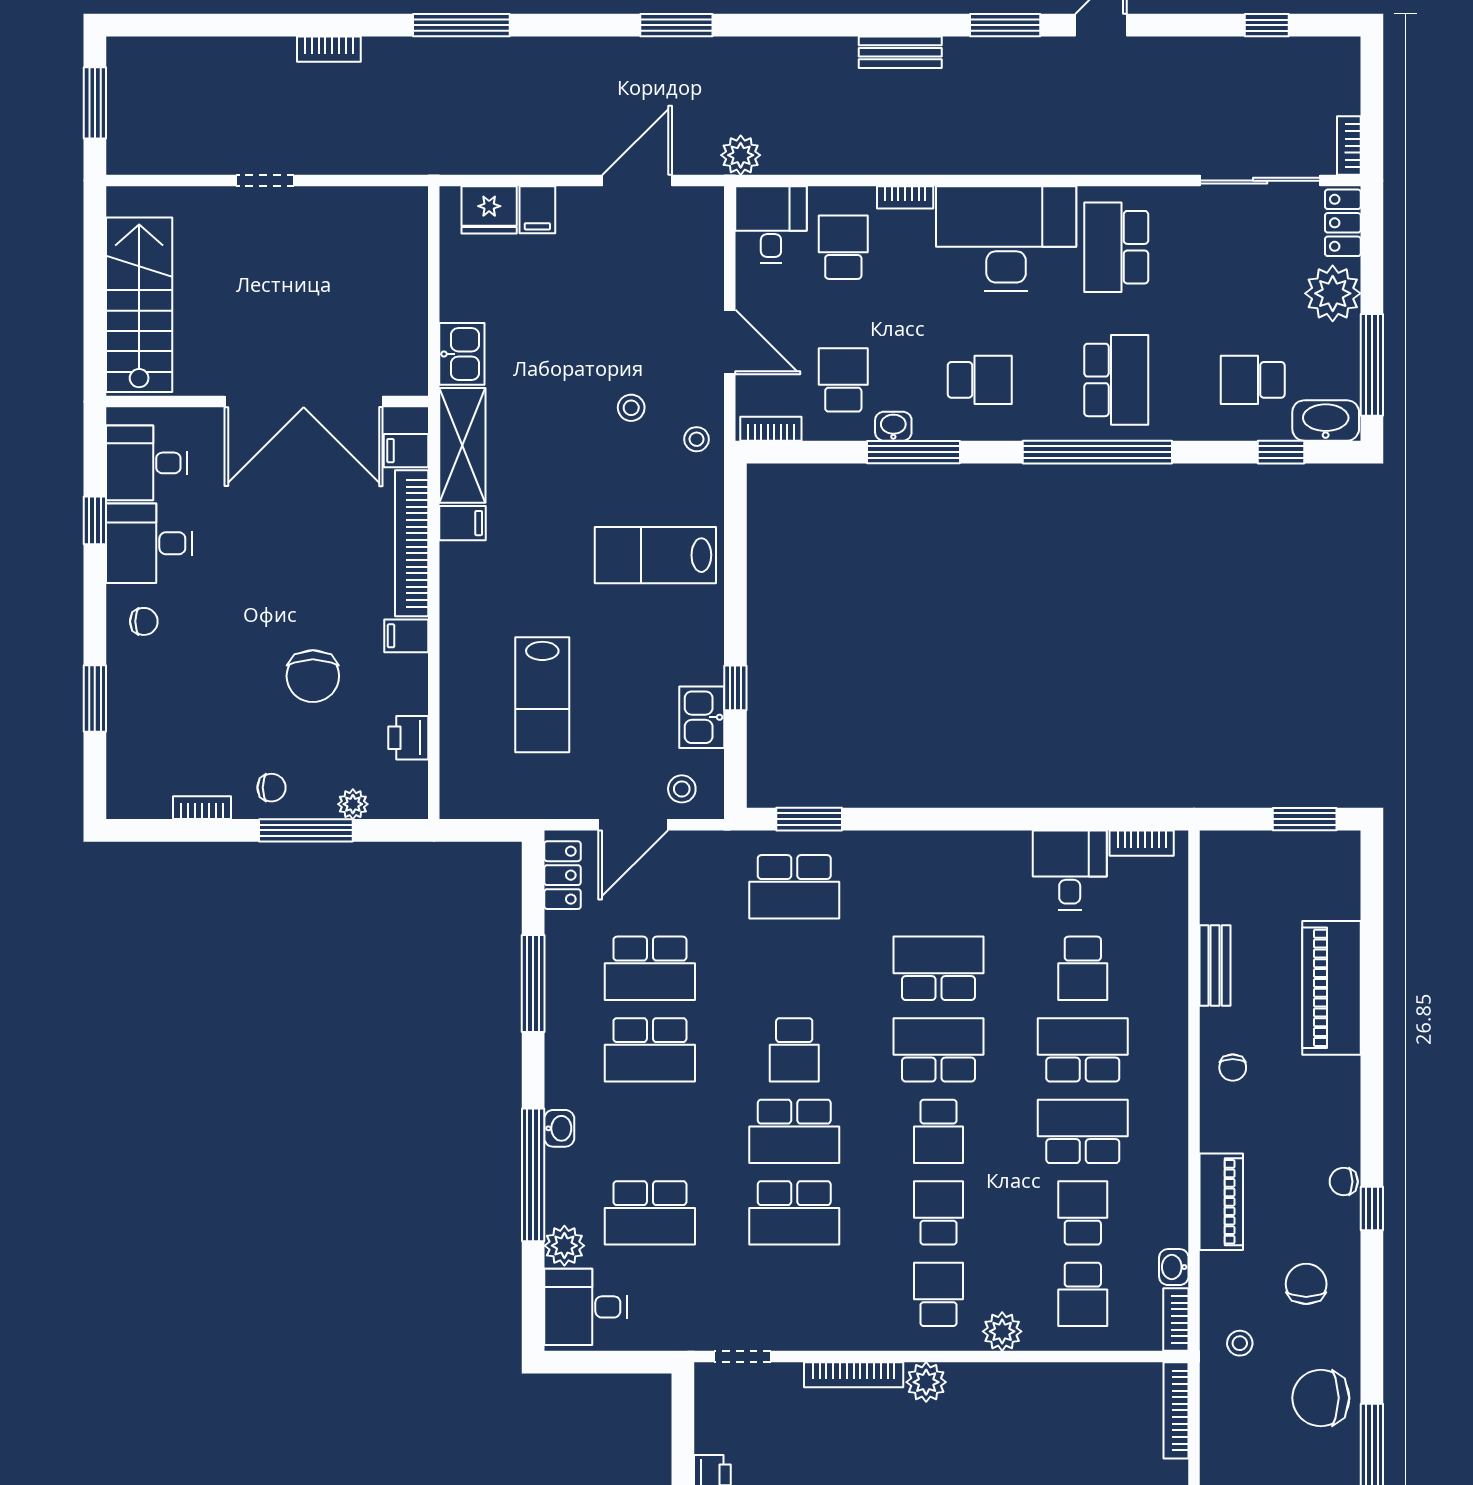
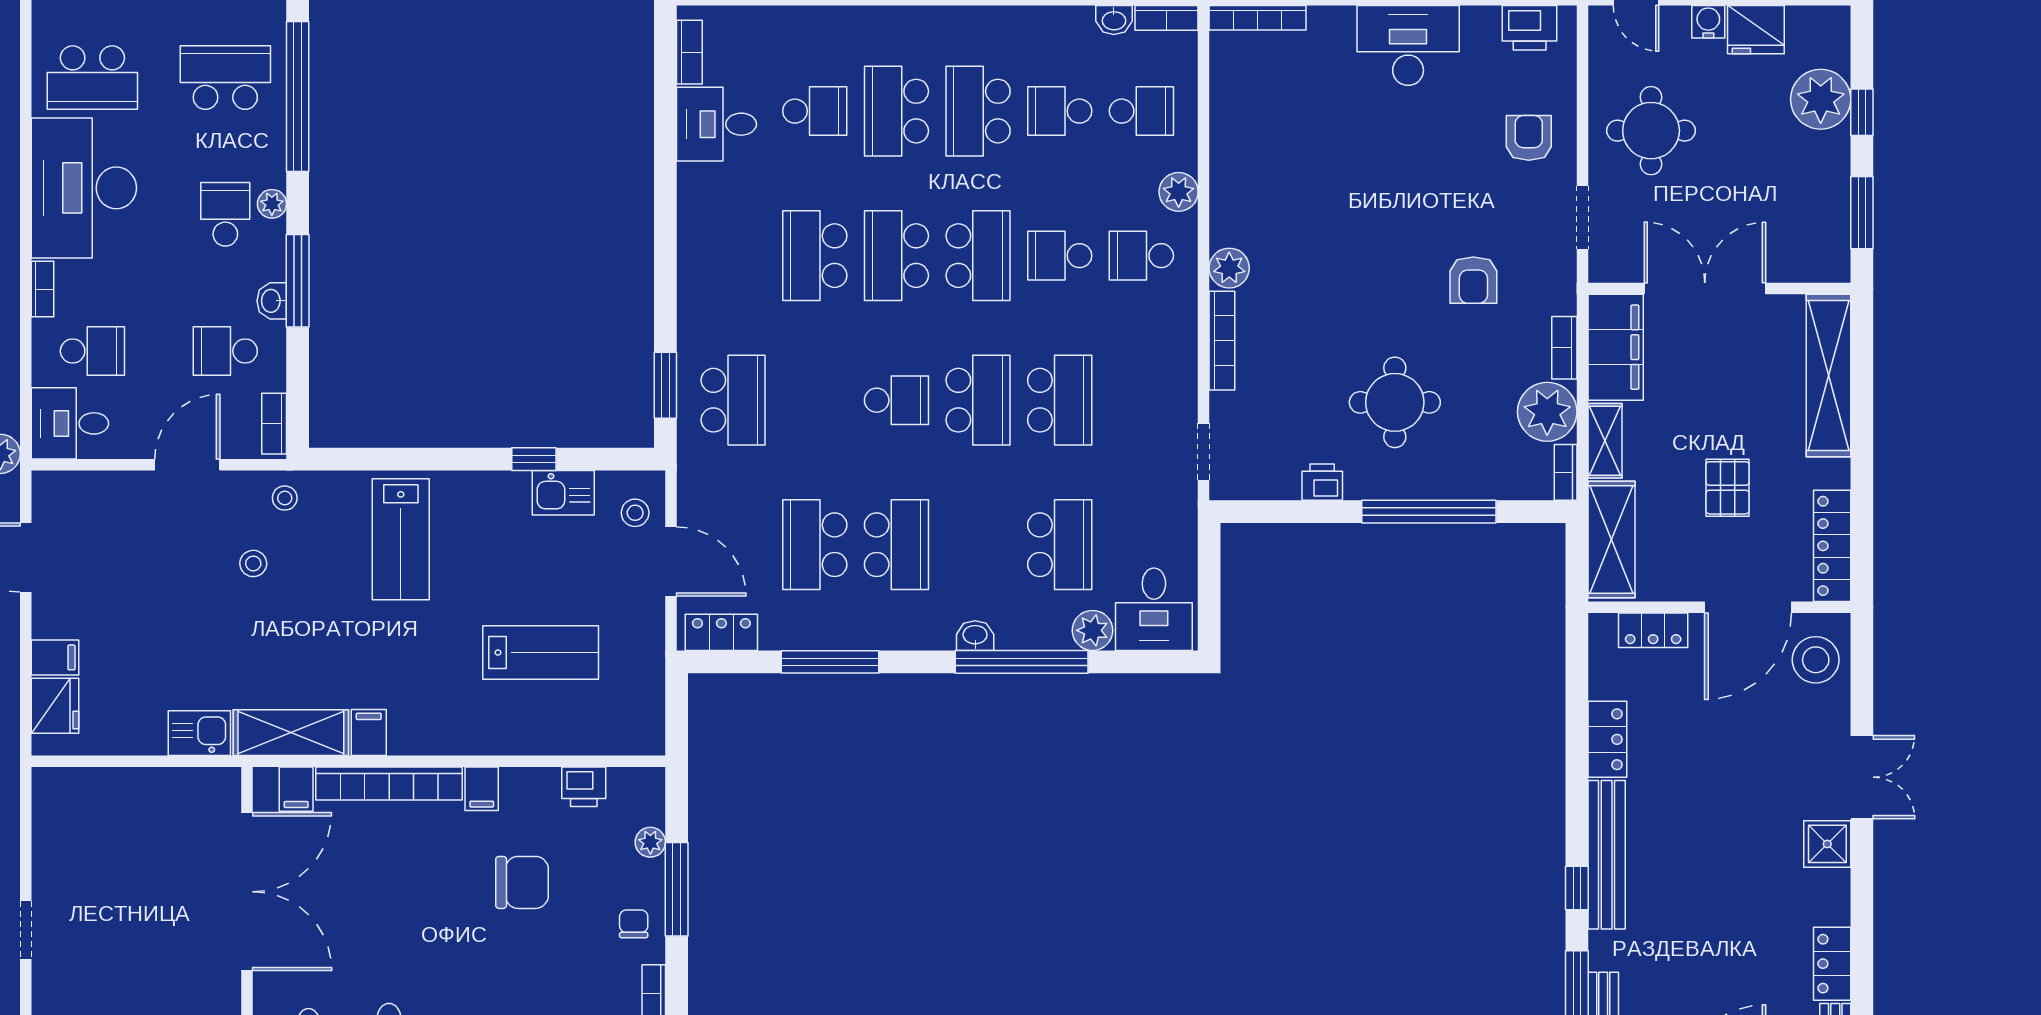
school desk: (843, 247) -> (92, 351), turned 180
plant: (990, 426) -> (272, 204), added
school desk: (650, 968) -> (815, 545), turned 180
school desk: (938, 1131) -> (978, 256), width x1.85

